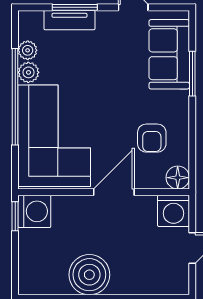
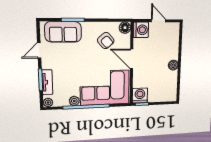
plant: (28, 50) -> (48, 102), moved
armchair: (152, 138) -> (106, 41), turned 49
boiler: (89, 275) -> (173, 65), width x0.54, depth x0.54

